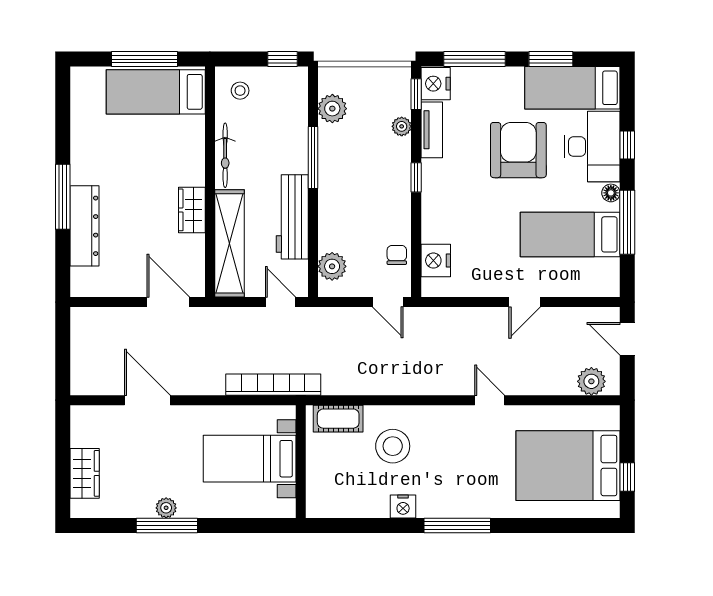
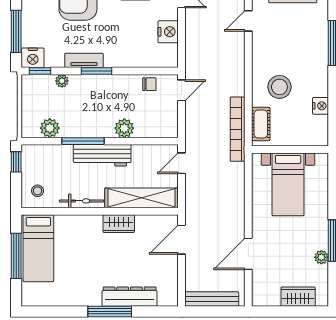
tv unit: (432, 130) -> (84, 60), moved
window: (416, 177) -> (97, 71), width x1.50
workbench: (292, 217) -> (102, 155), moved
chair: (397, 255) -> (149, 84), turned 180
nightstand: (436, 261) -> (168, 32), moved, turned -90
plant: (332, 266) -> (124, 128), moved
bench: (81, 347) -> (212, 299), added
bookcase: (273, 385) -> (238, 129), moved
nightstand: (403, 507) -> (321, 106), moved
plant: (166, 508) -> (321, 257), moved

